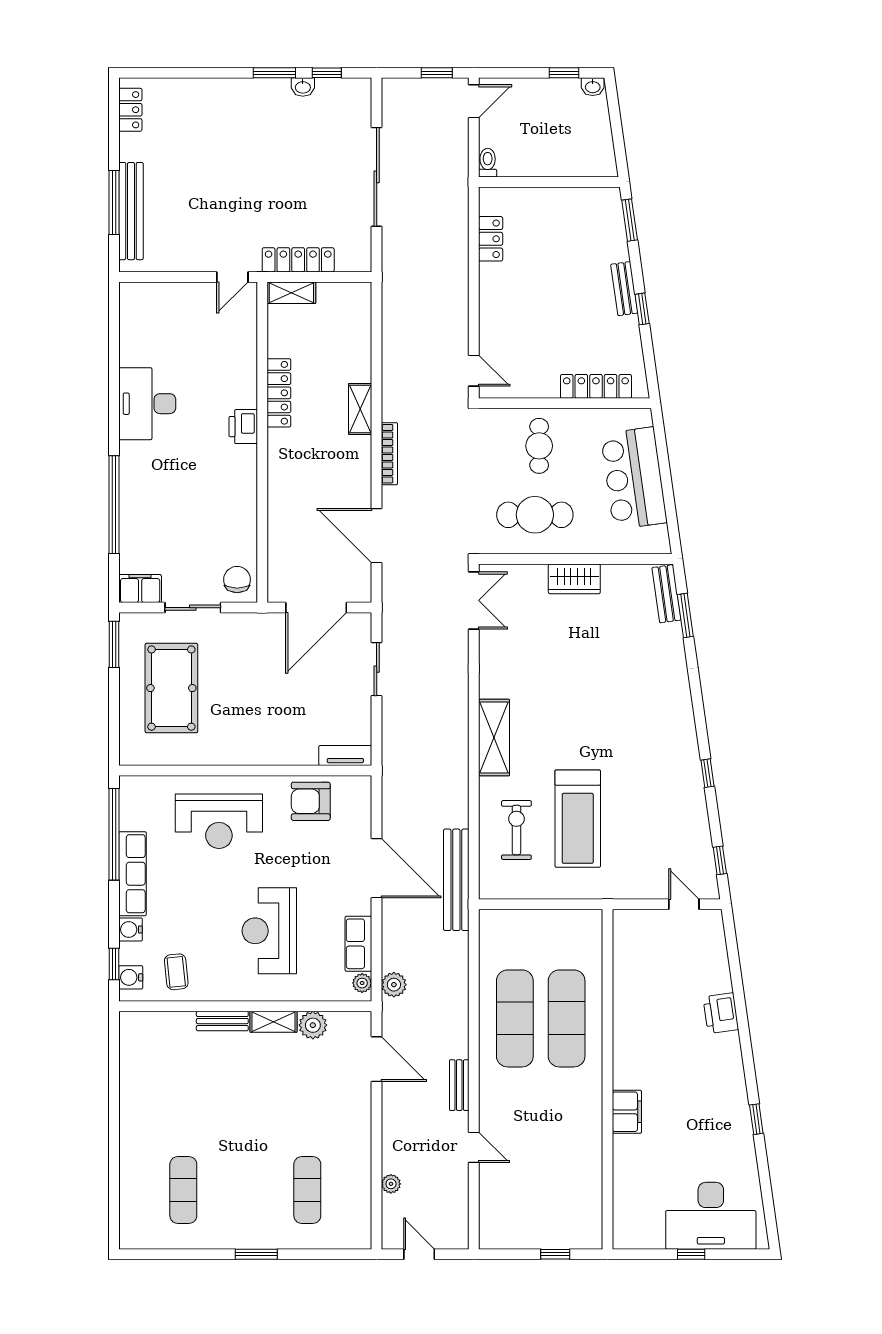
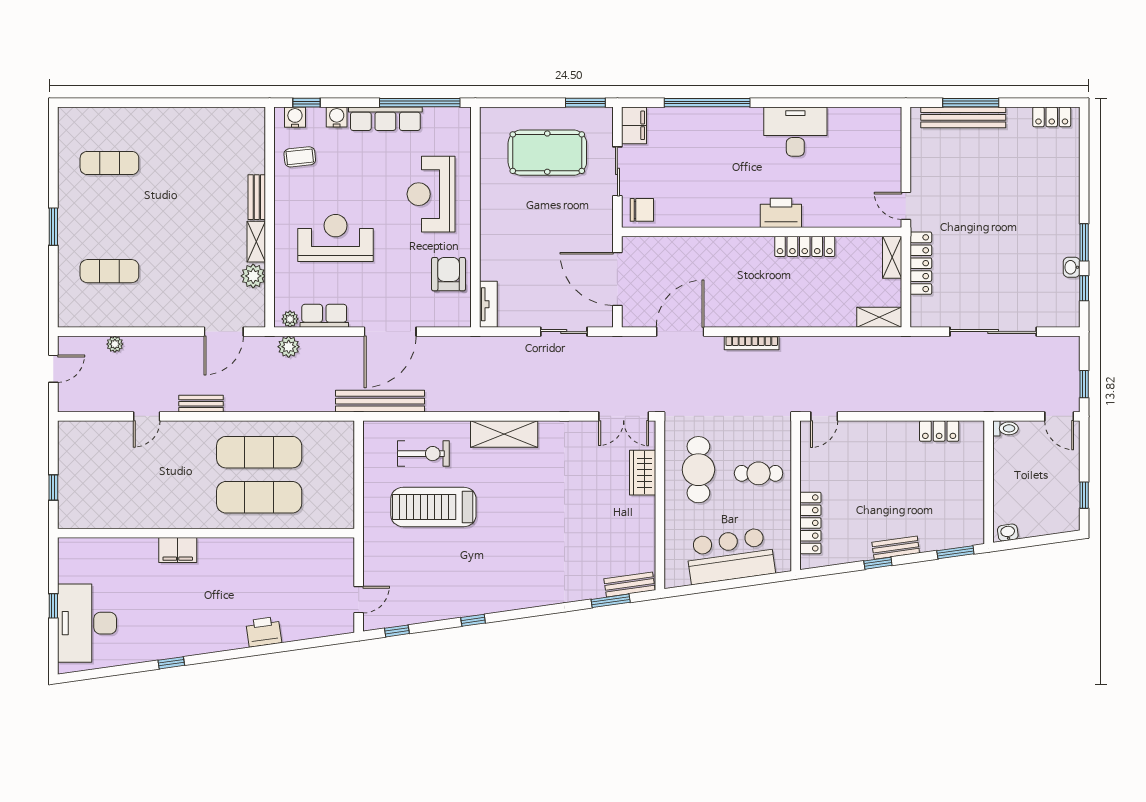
washbasin: (593, 87) -> (1008, 533), moved, turned 82
shelving: (360, 409) -> (879, 317), moved
printer: (243, 427) -> (781, 213), width x1.37, depth x1.19
wardrobe: (574, 579) -> (643, 473), moved

